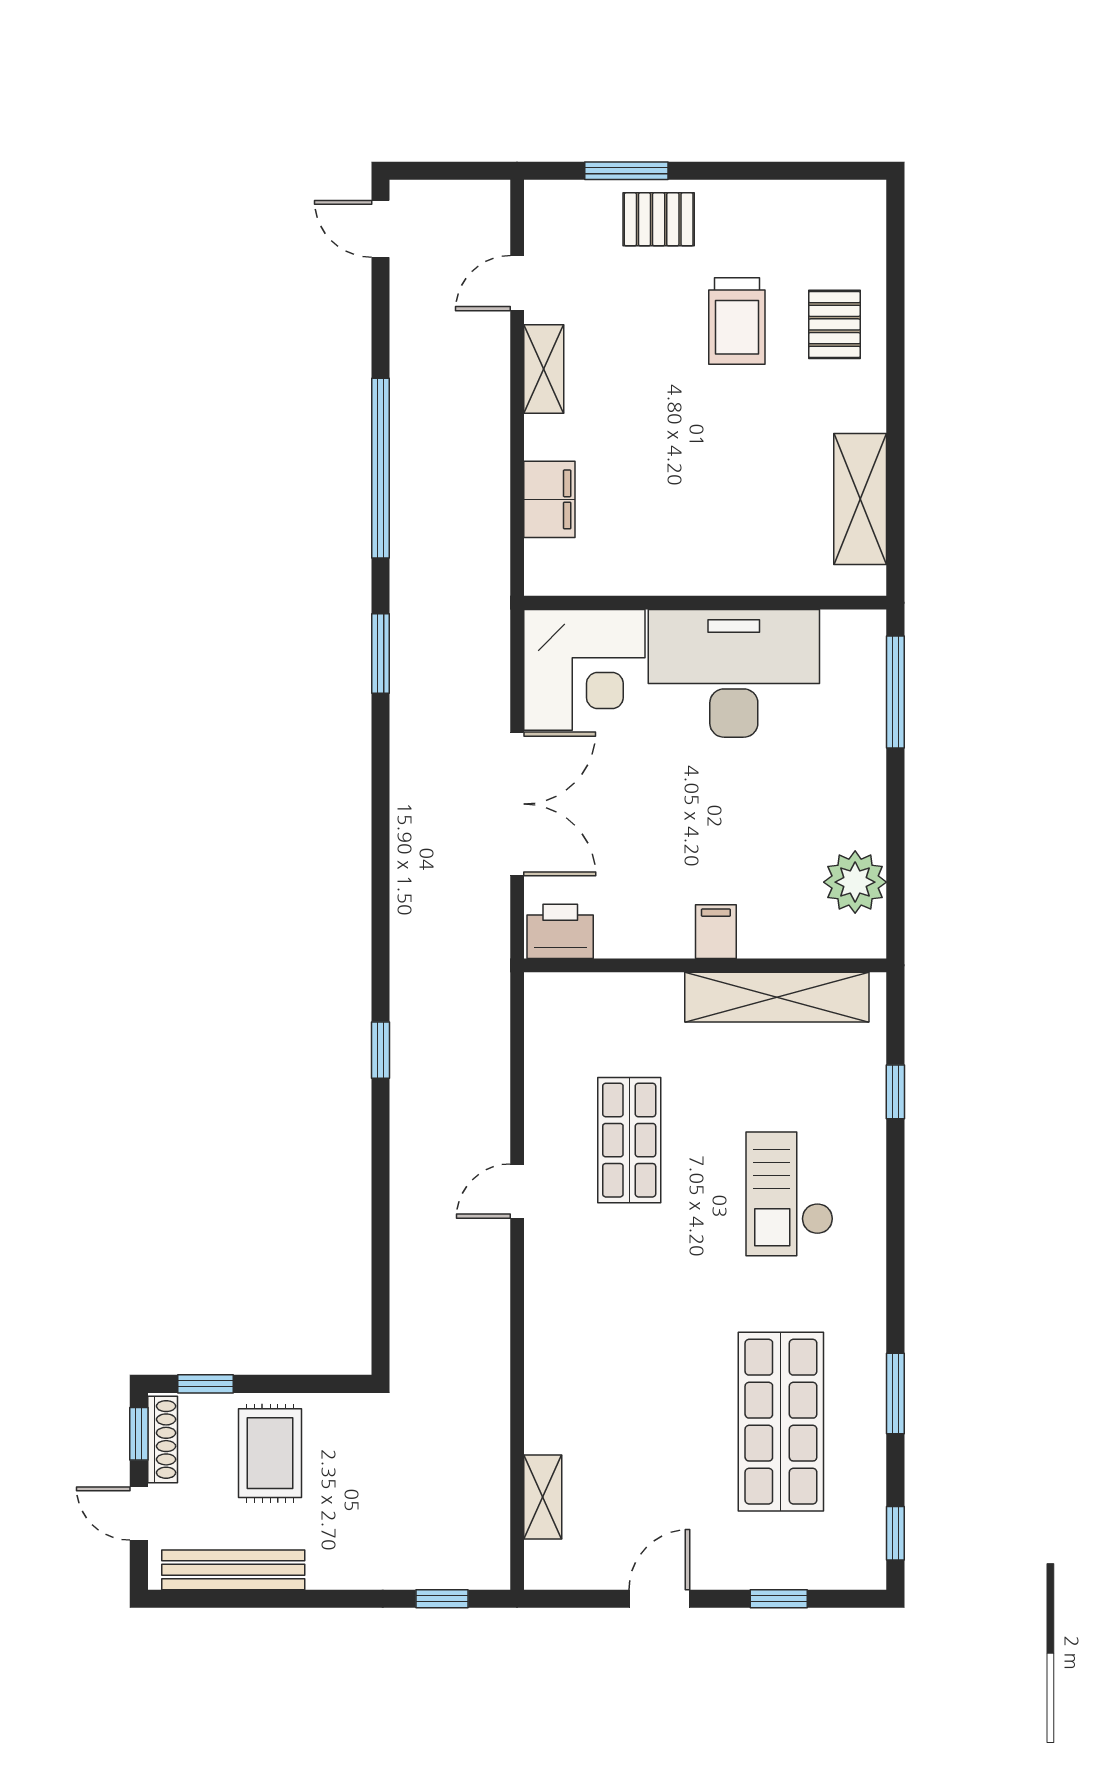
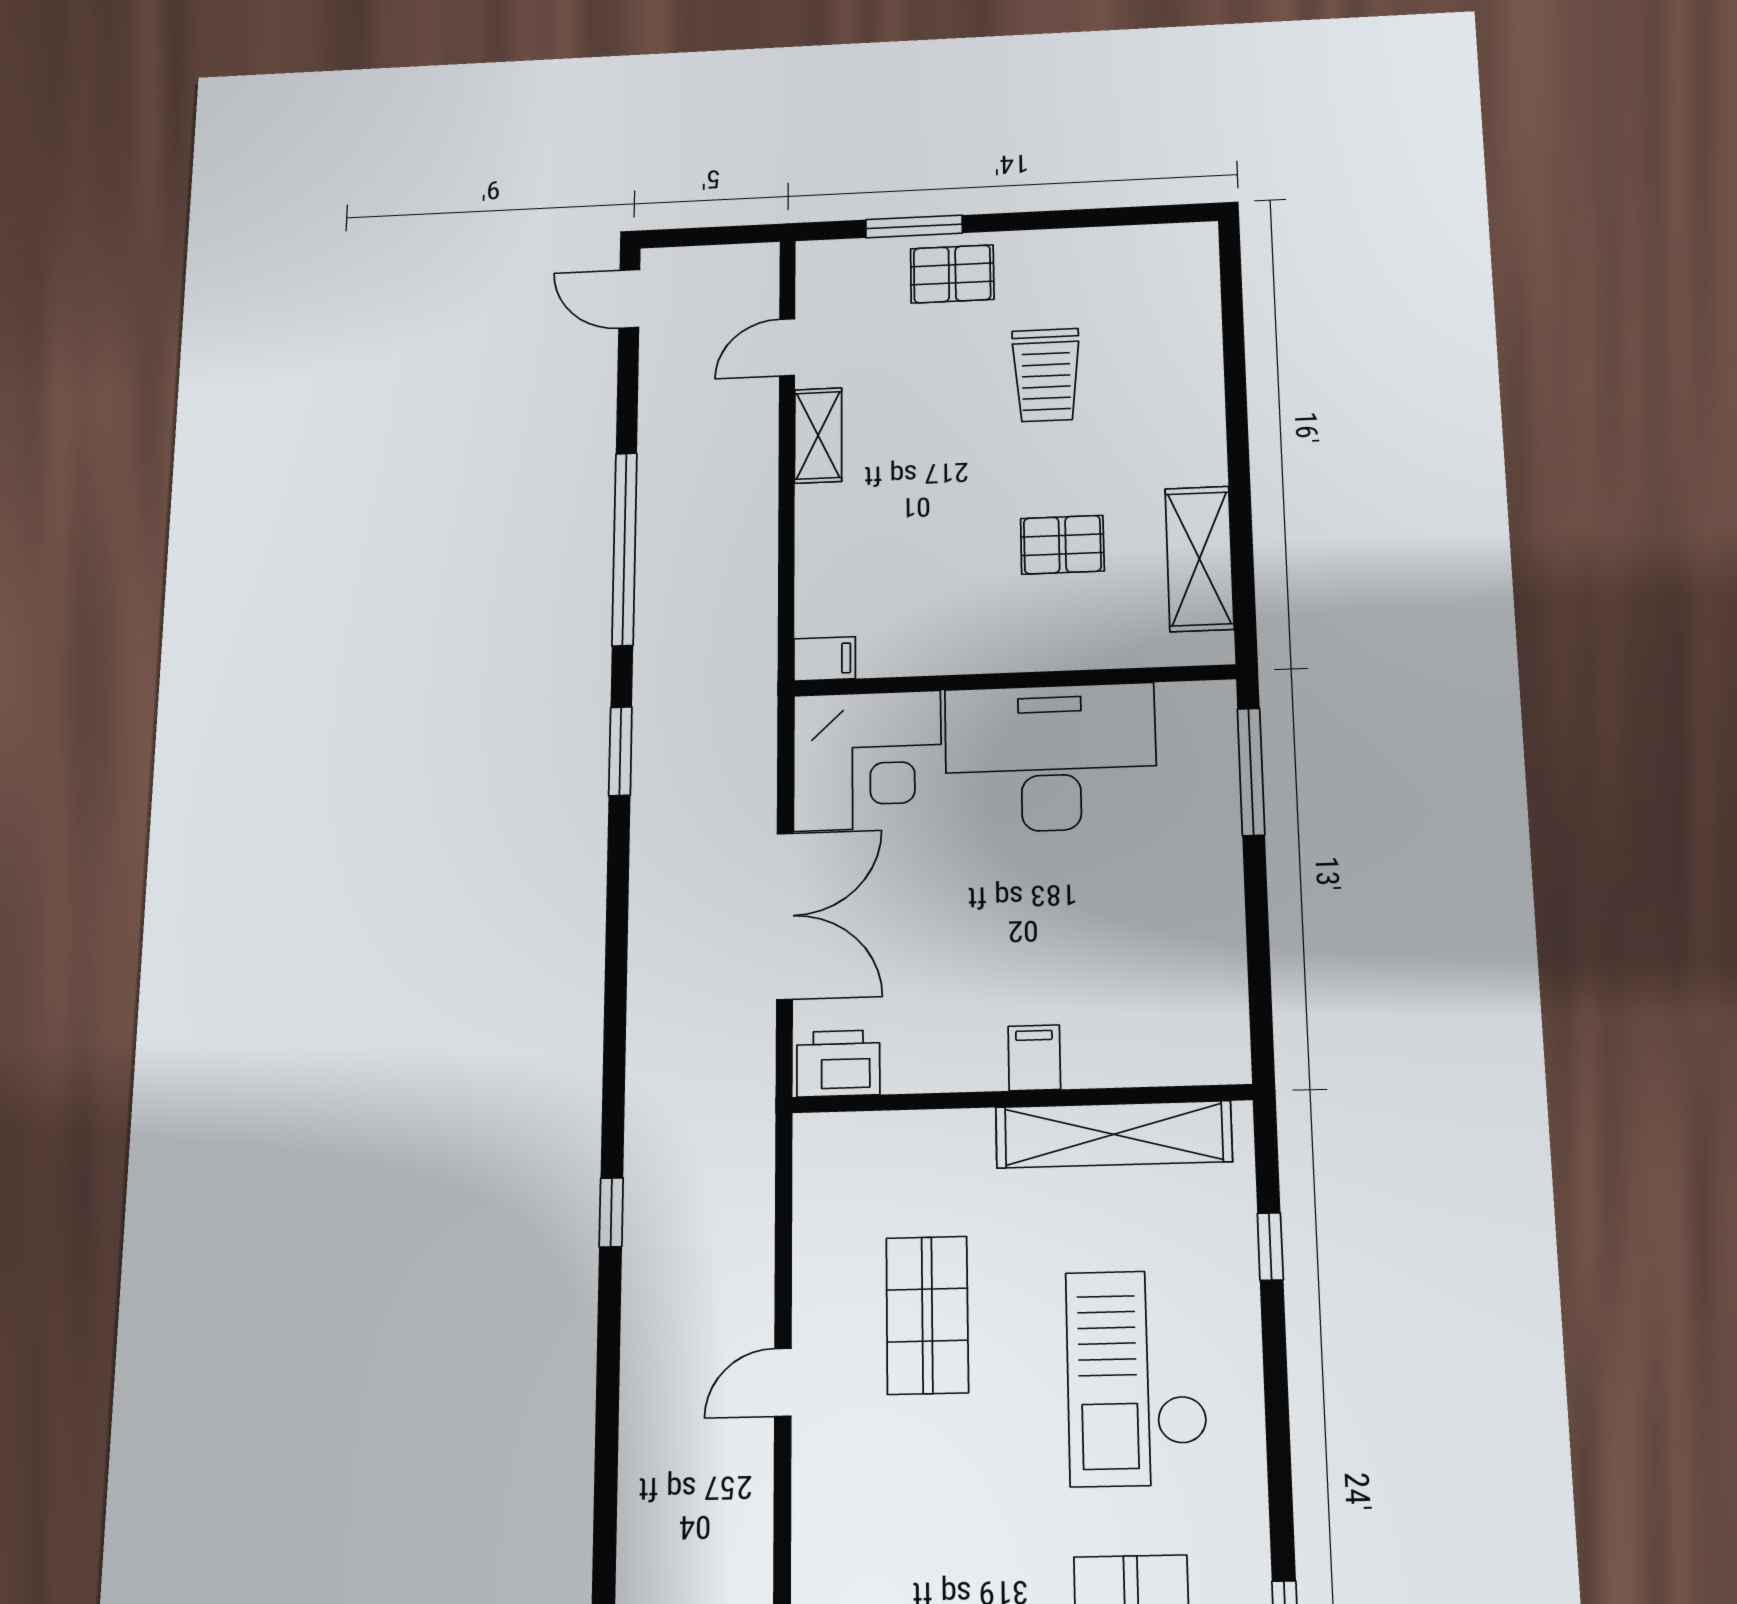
pallet: (834, 324) -> (1062, 545), moved, turned 90
filing cabinet: (549, 499) -> (825, 659), moved, width x0.50
plant: (855, 882) -> (1209, 994), removed
checkout: (790, 1194) -> (1137, 1378), width x1.36, depth x1.21

